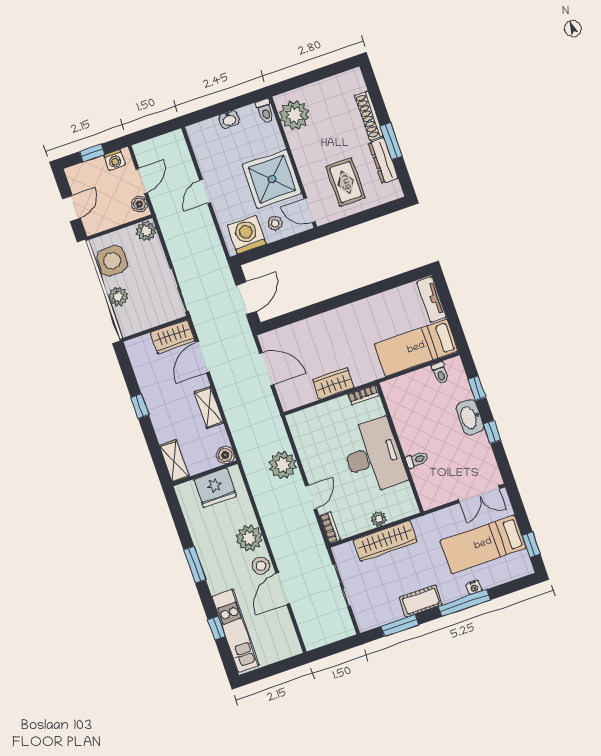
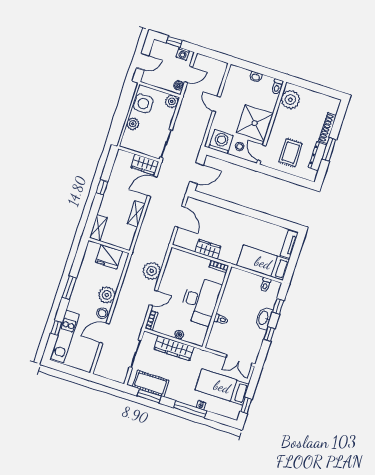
door: (205, 191) -> (216, 104), hinge flipped
boiler: (225, 455) -> (126, 244), removed
cot: (421, 601) -> (151, 383), moved, width x1.37, depth x1.34

